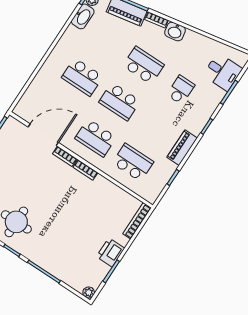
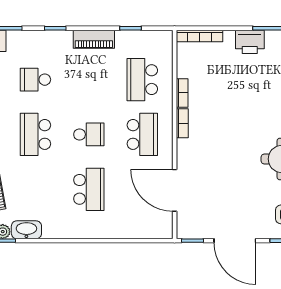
school desk: (120, 102) -> (89, 134), width x0.54
bookcase: (65, 156) -> (182, 93), moved

